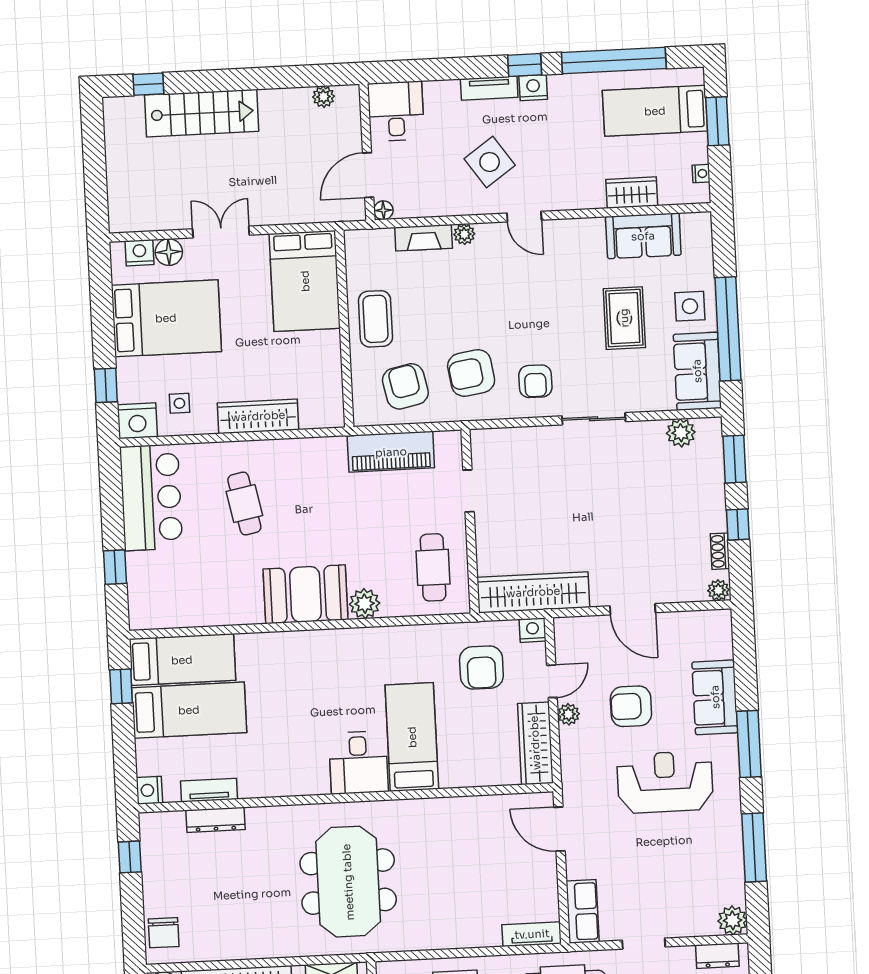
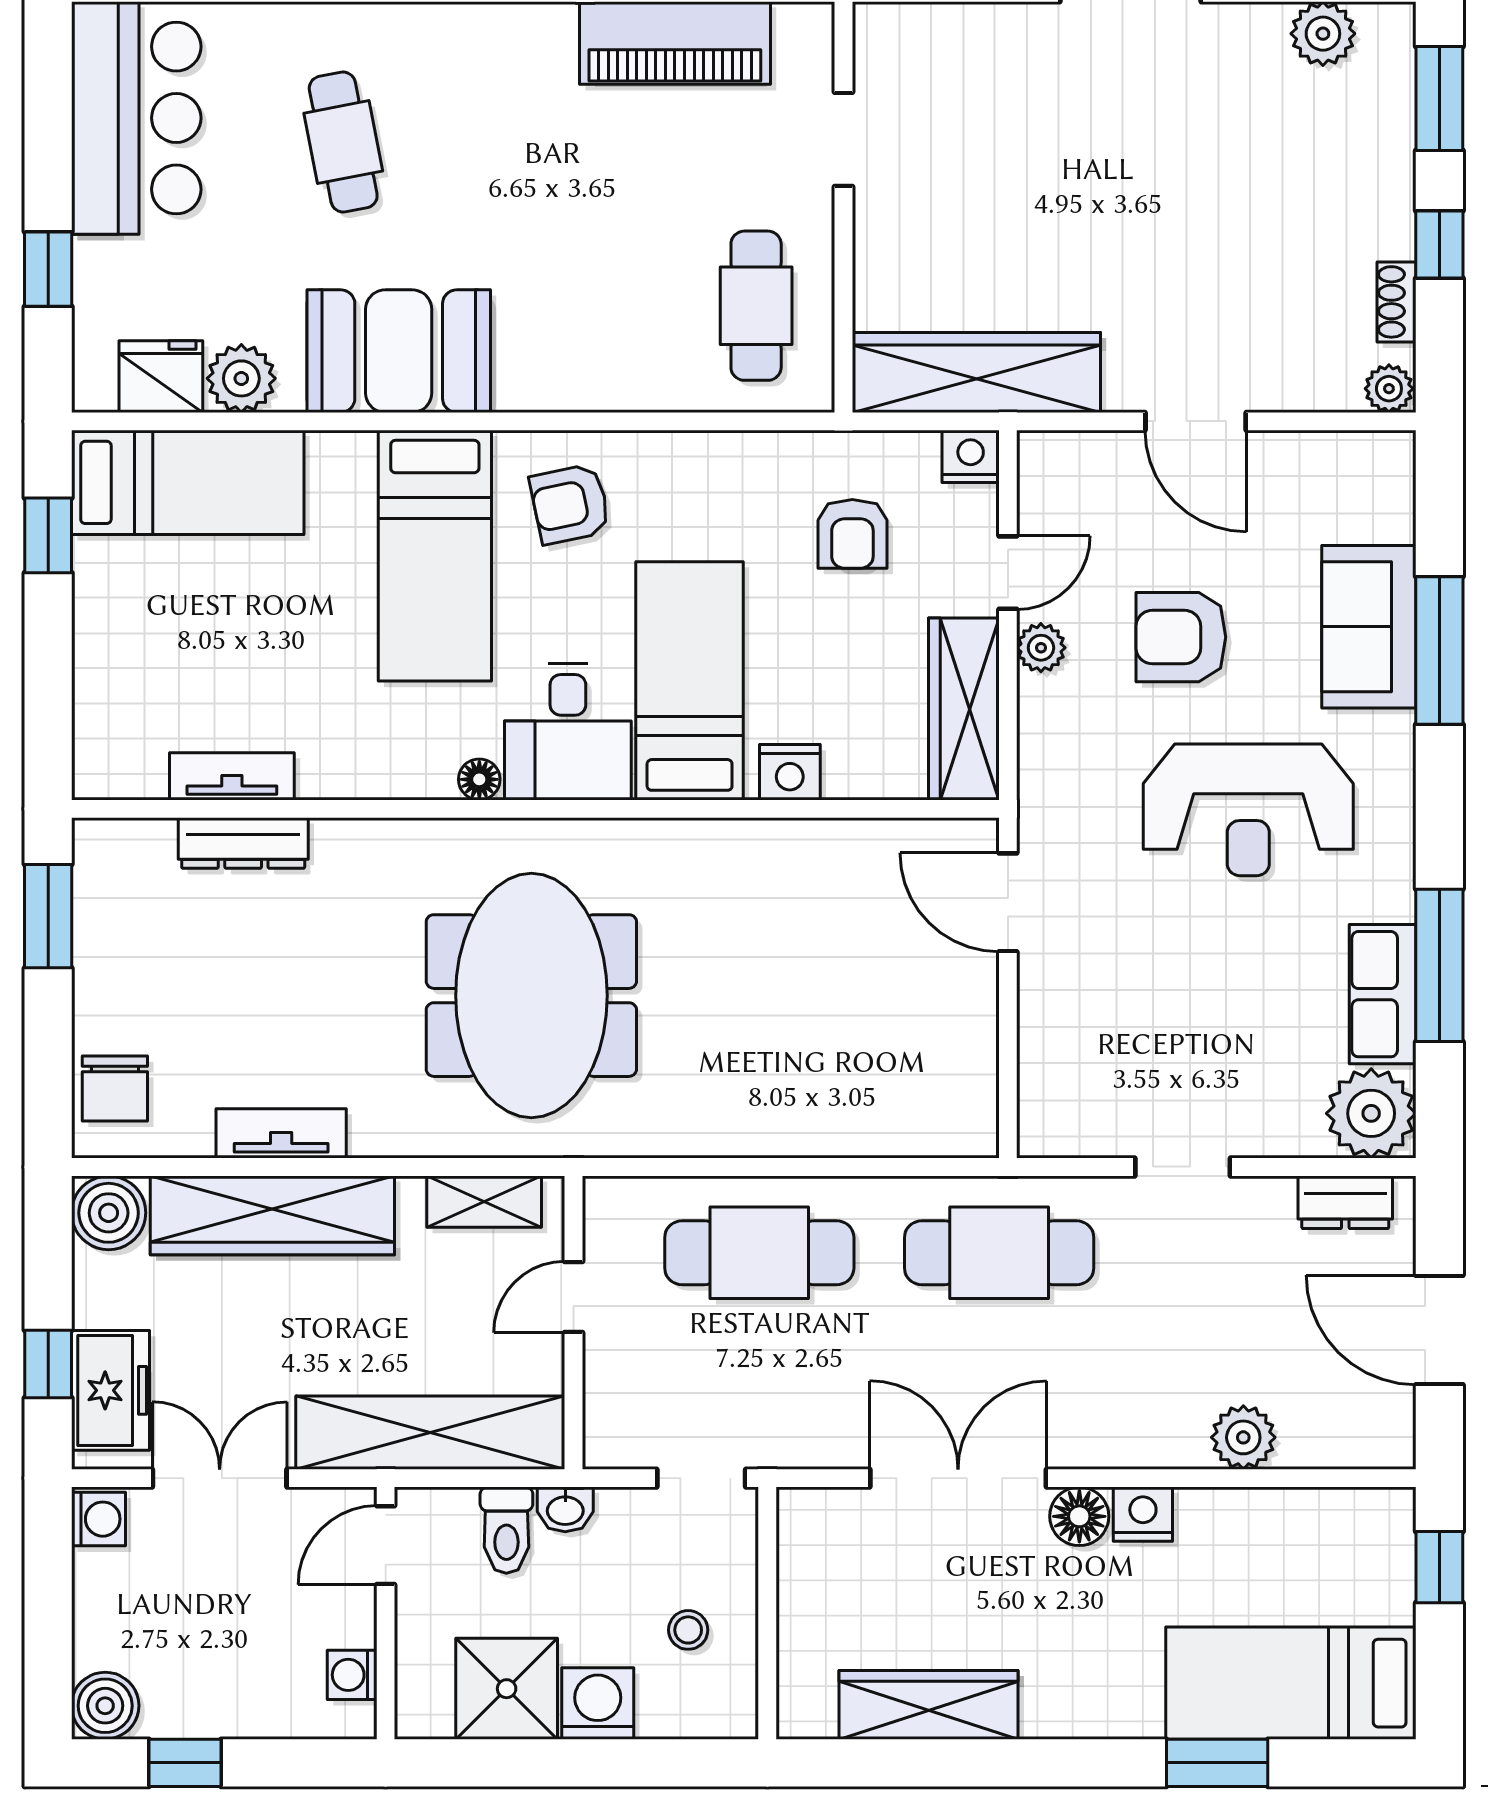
booth: (306, 594) -> (399, 351), moved
plant: (365, 604) -> (241, 378), moved
fridge: (168, 613) -> (161, 377), added
armchair: (354, 661) -> (570, 504), added
armchair: (481, 667) -> (852, 534), width x0.72, depth x0.72
bed: (189, 710) -> (435, 556), moved, turned 90
window: (749, 744) -> (1439, 651), moved
reception desk: (665, 782) -> (1248, 810), turned 180
floor lamp: (320, 786) -> (479, 779), added
nightstand: (149, 790) -> (790, 772), moved, turned -90
window: (130, 857) -> (48, 916), width x1.50
row of seats: (583, 911) -> (1383, 994), moved, turned 180
plant: (733, 920) -> (1371, 1113), width x1.36, depth x1.36
tv unit: (532, 934) -> (281, 1133), moved

